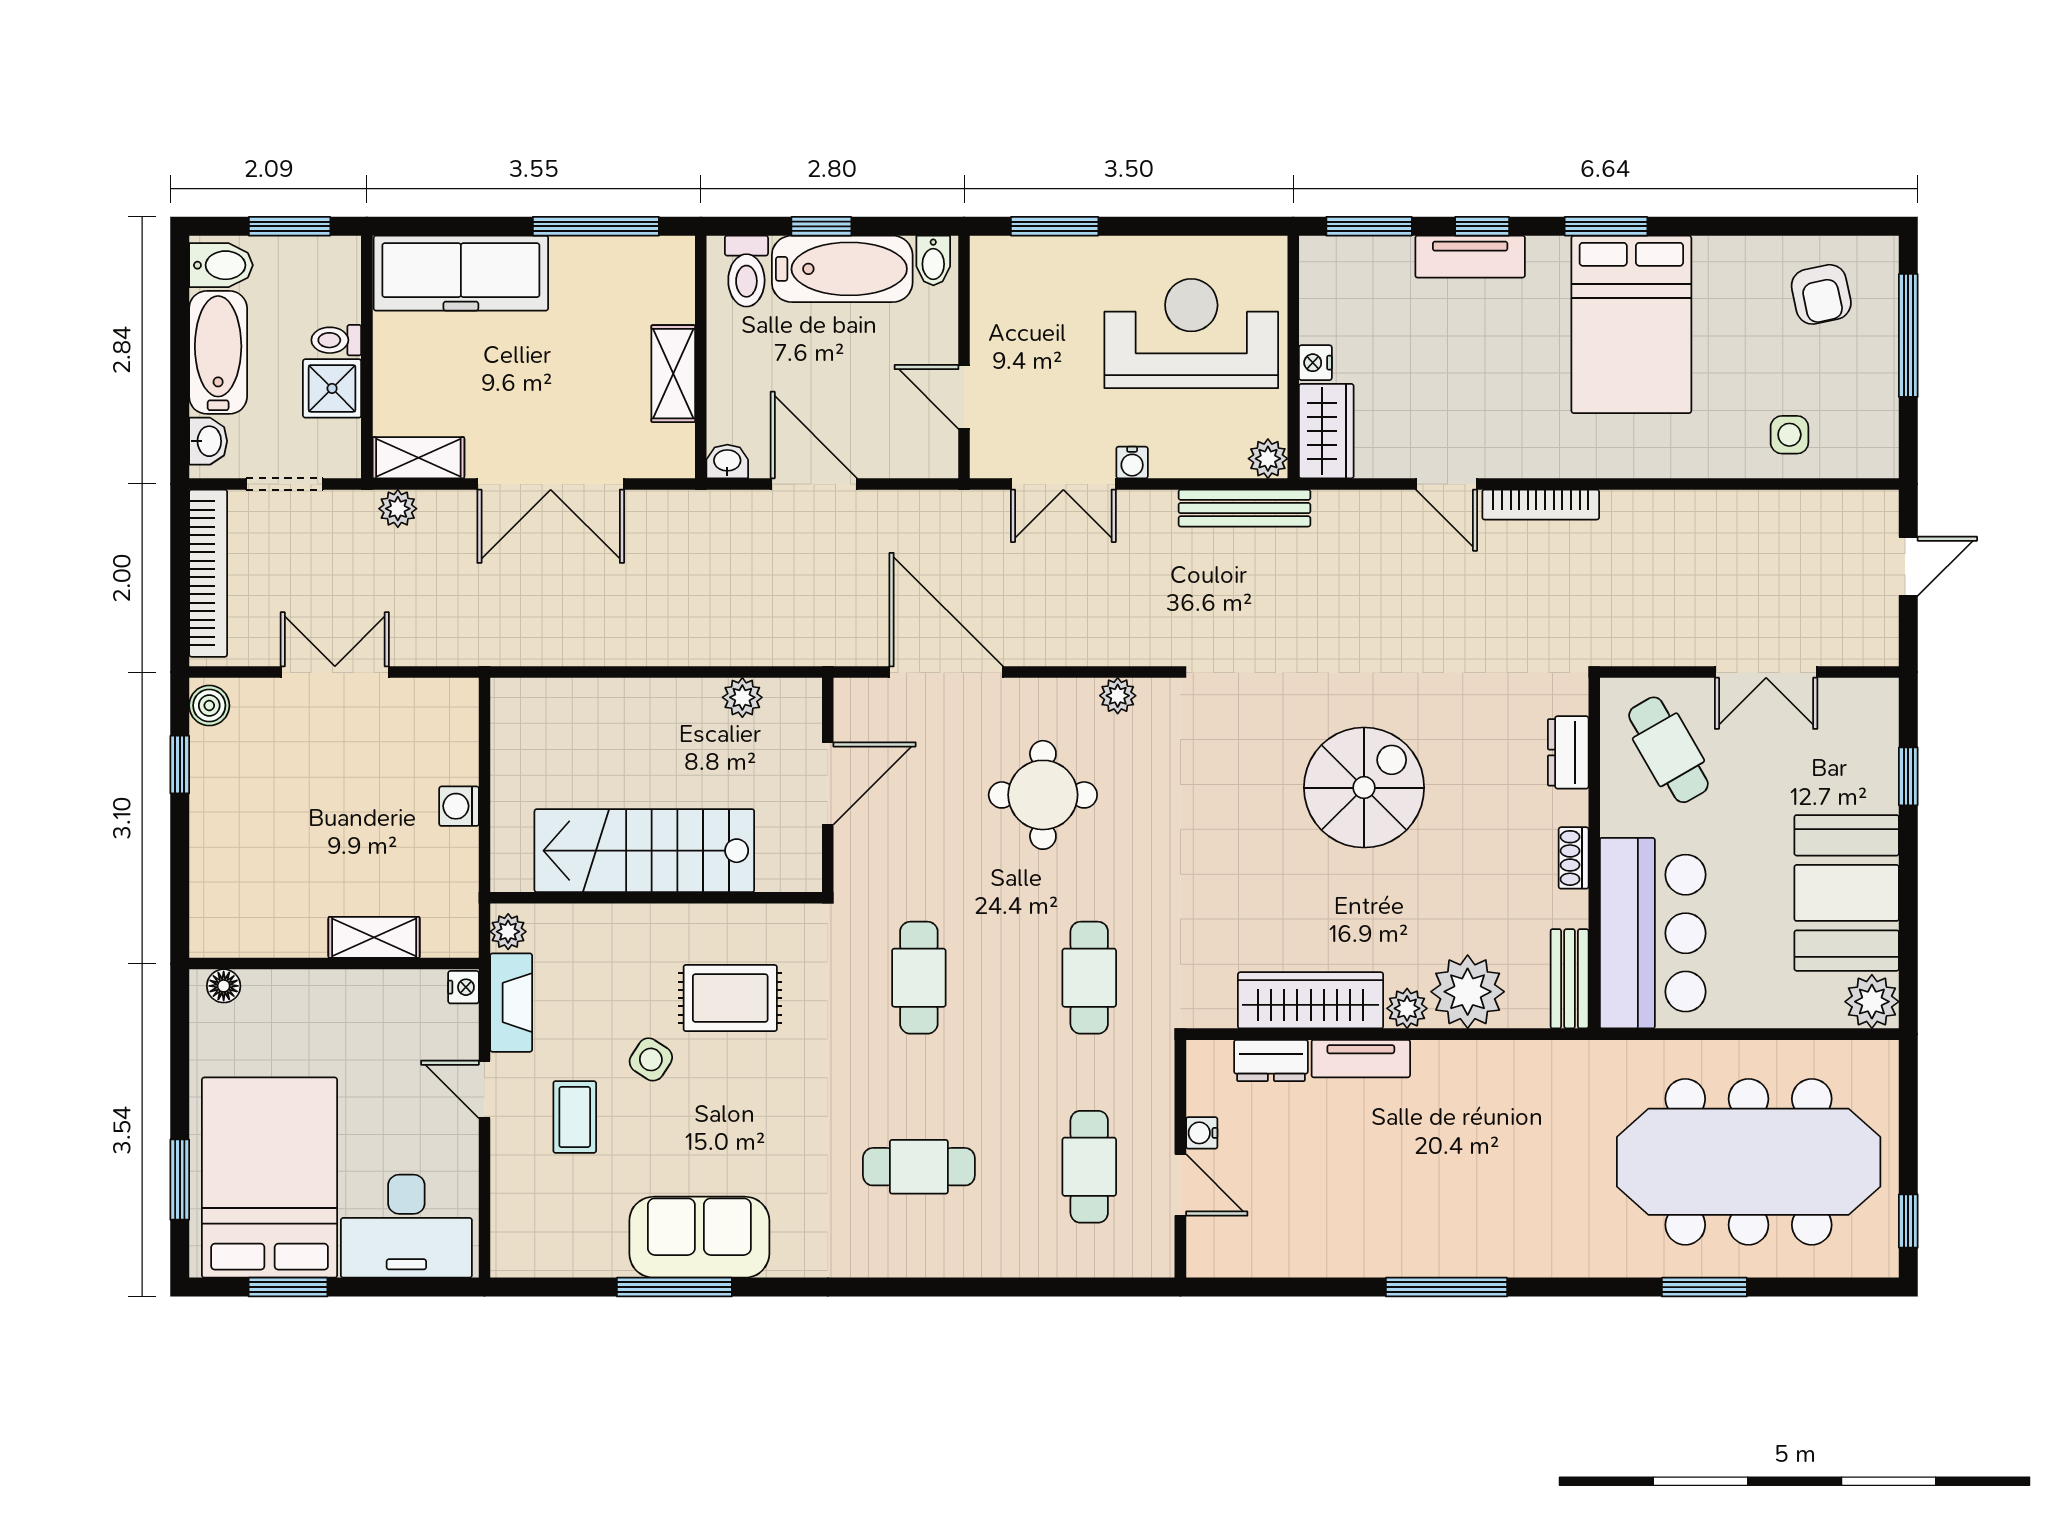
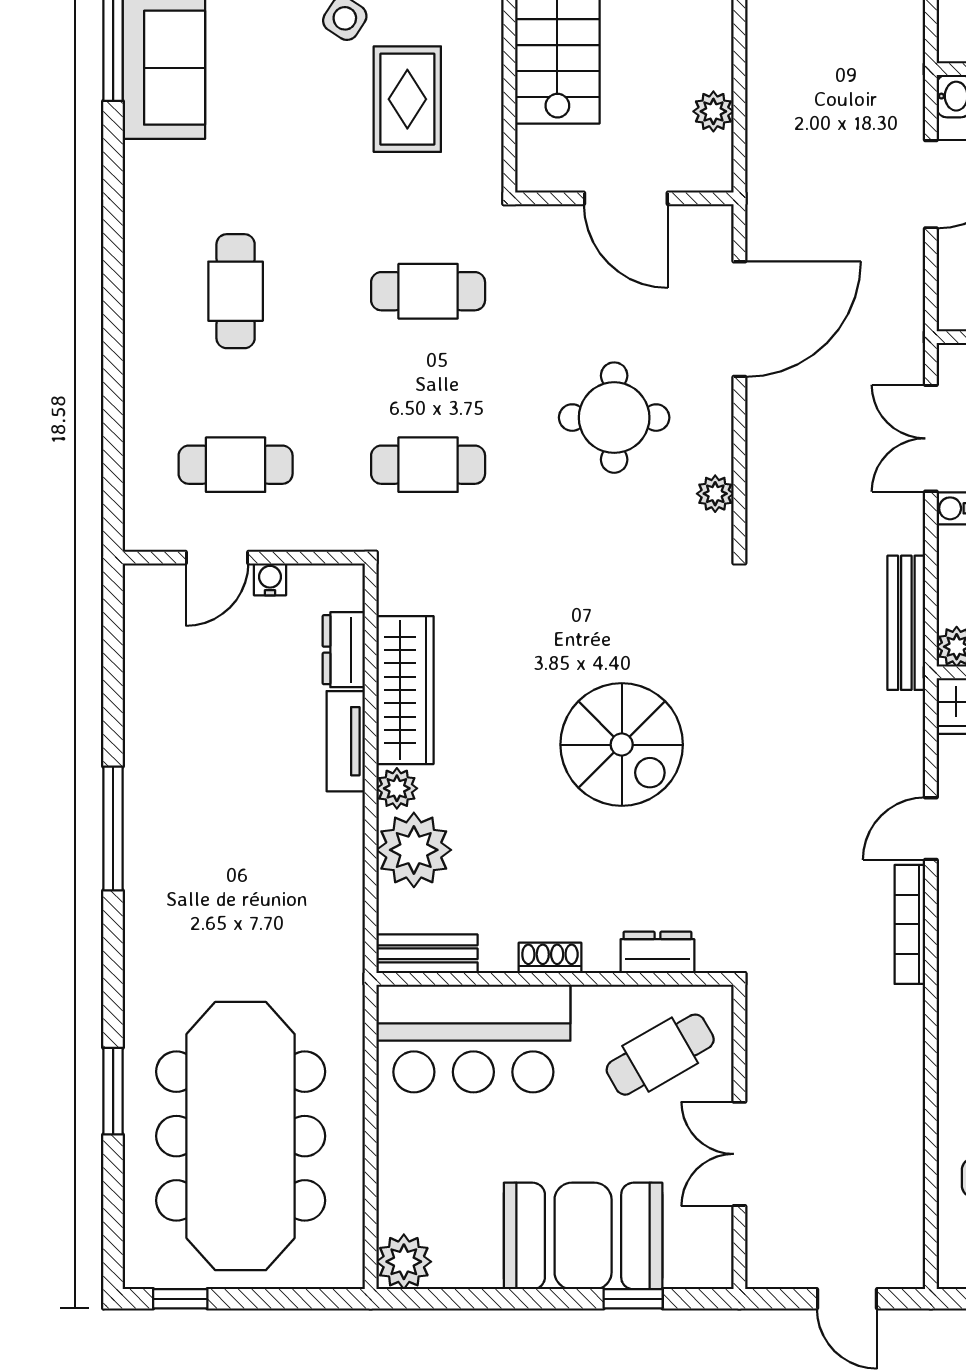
booth: (1847, 893) -> (583, 1236), moved

